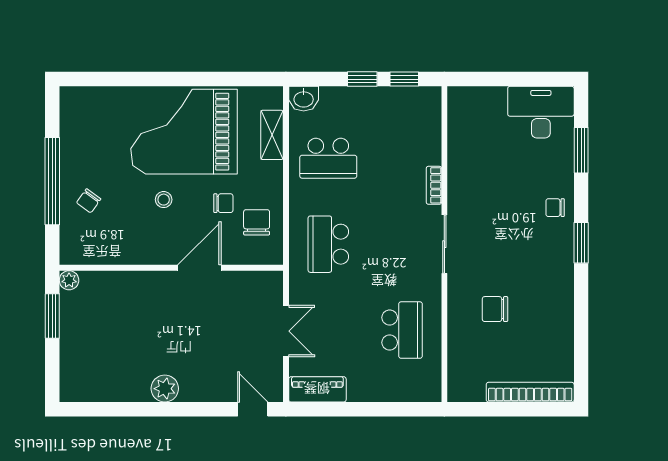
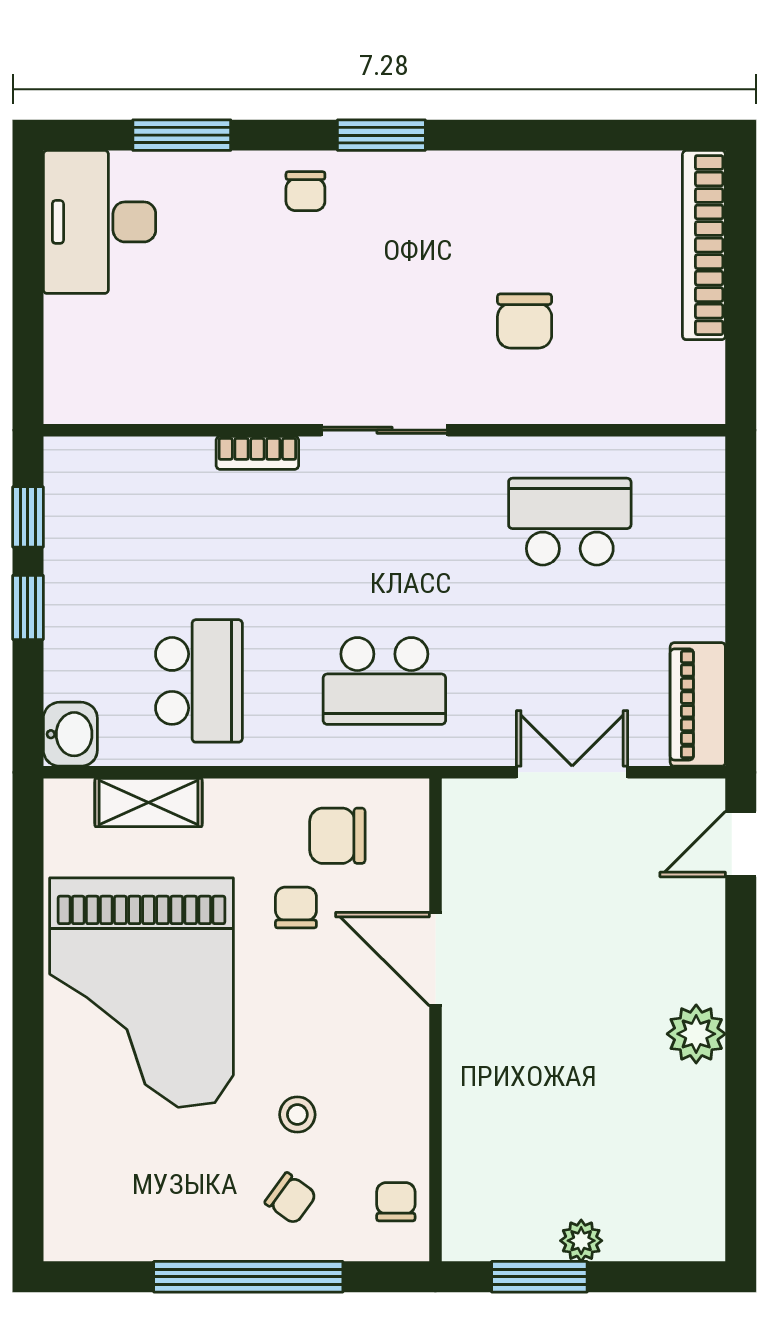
stool: (164, 200) -> (297, 1115), moved
chair: (87, 249) -> (396, 1202), added
plant: (69, 280) -> (581, 1241), moved

